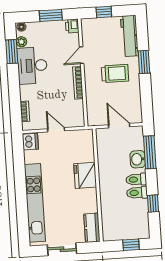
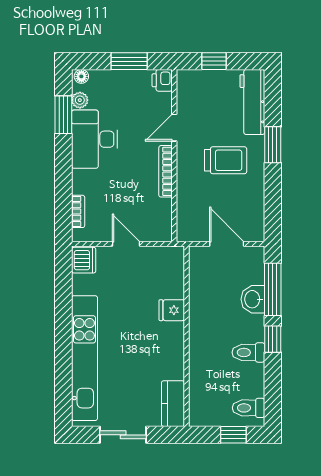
fridge: (85, 175) -> (172, 310), width x0.53, depth x0.75
toilet: (136, 179) -> (248, 408), moved
window: (153, 203) -> (273, 339), moved

